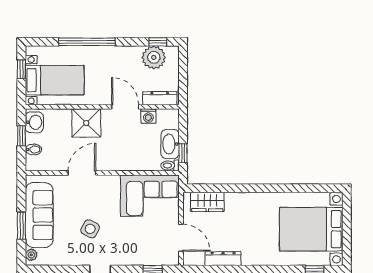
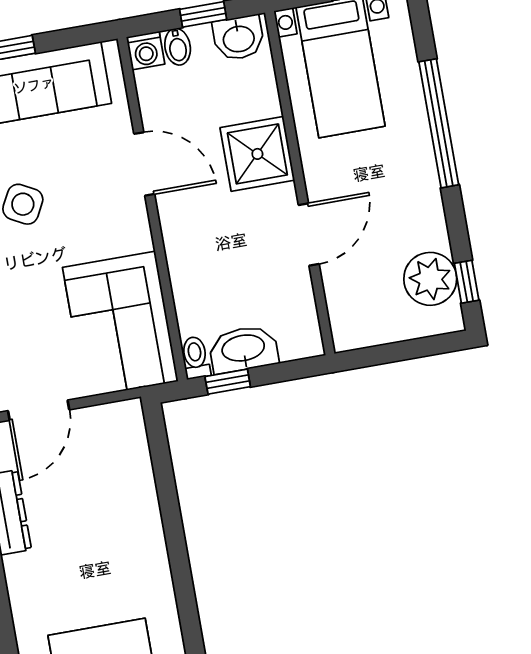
dresser: (160, 98) -> (341, 308), removed
washing machine: (148, 116) -> (146, 51), moved, turned -90
wardrobe: (207, 202) -> (129, 455), removed

